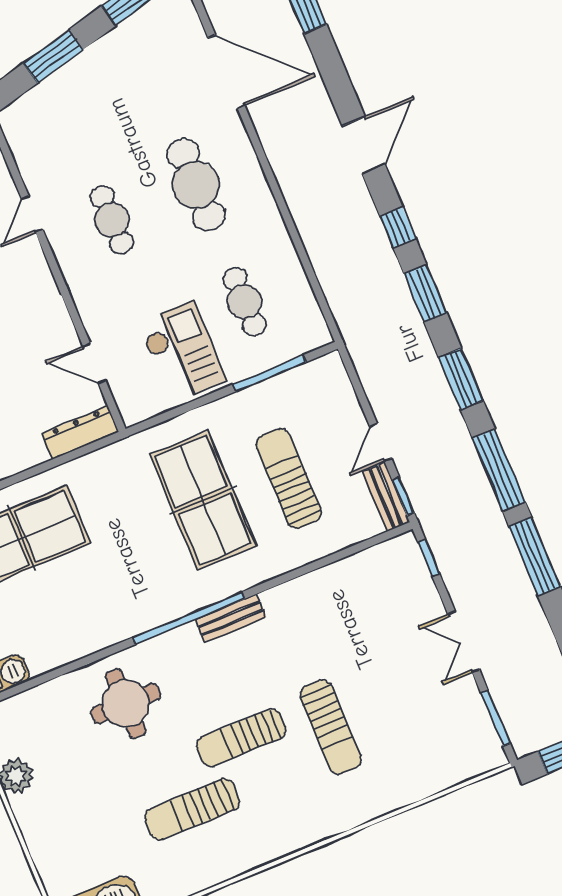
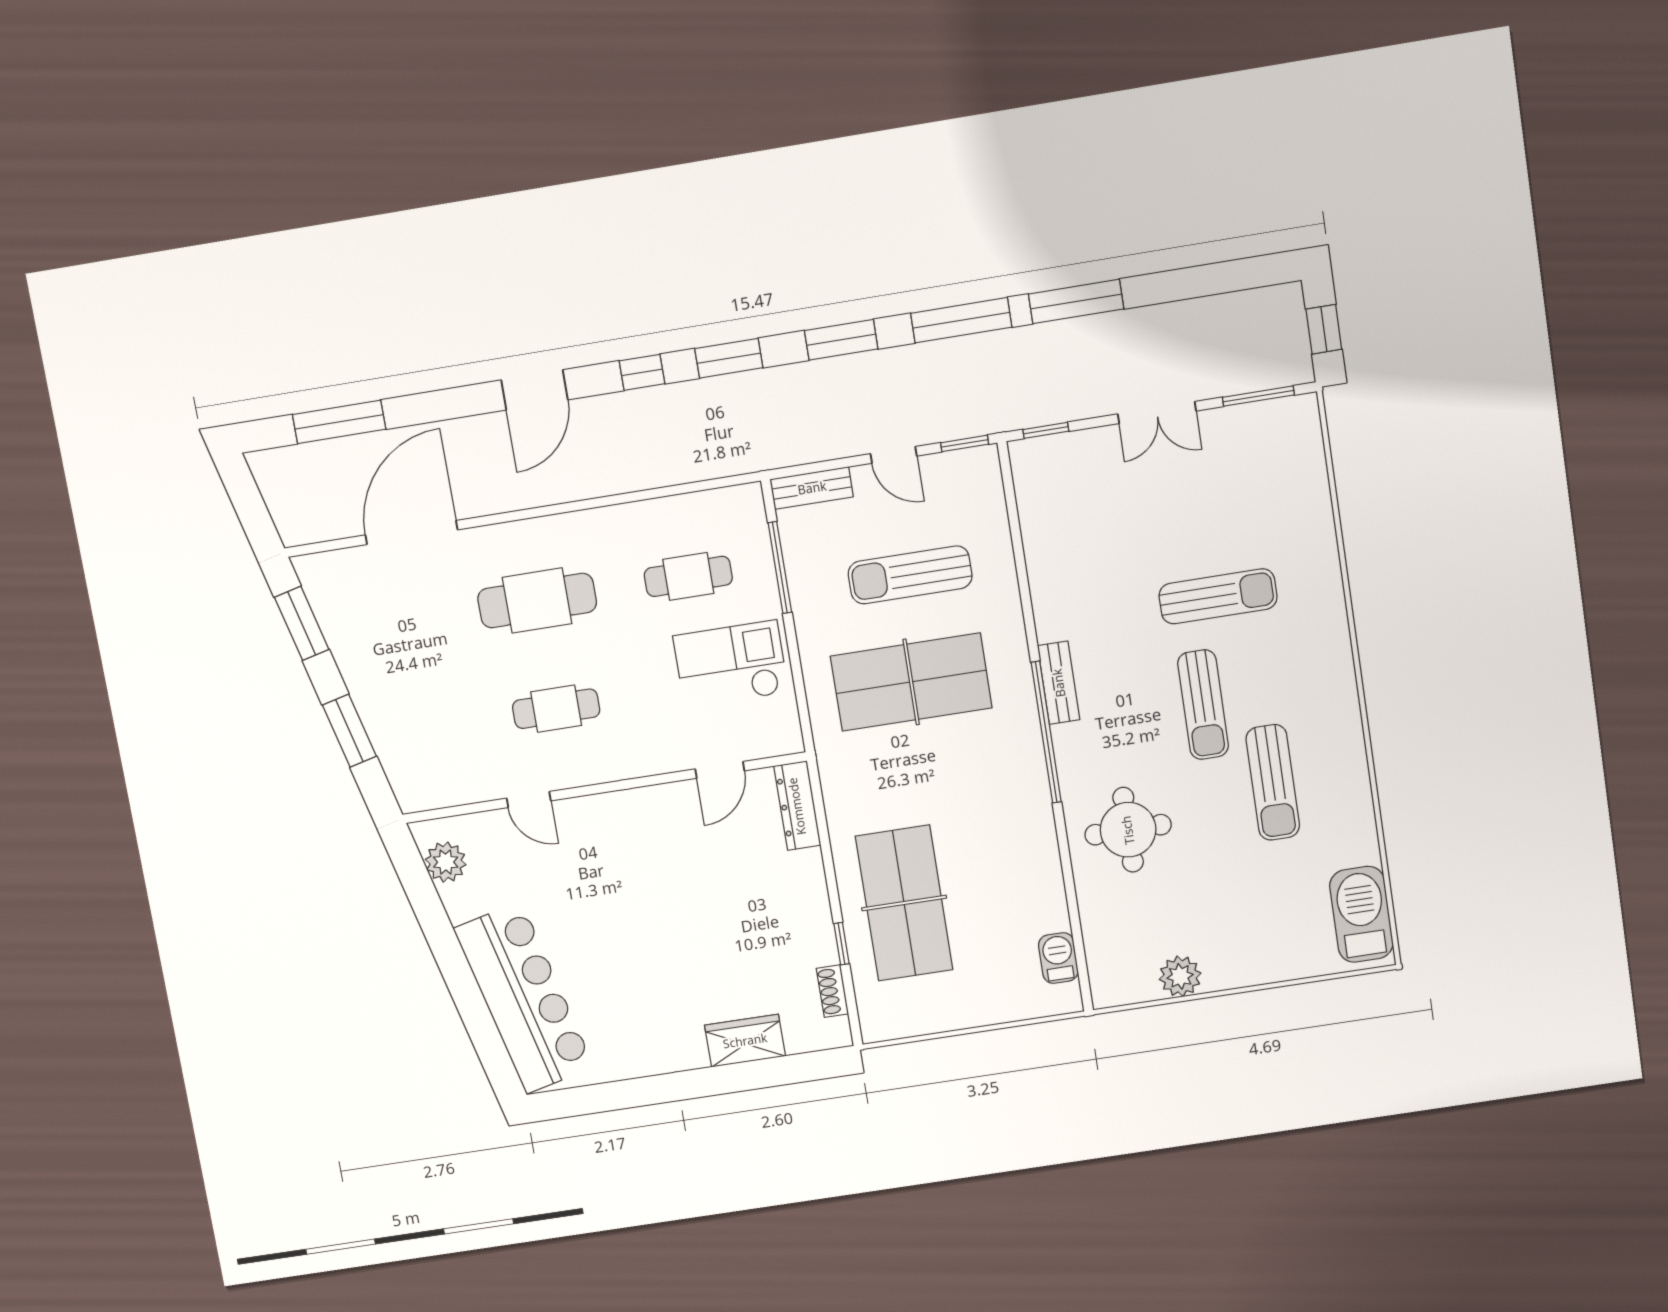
door: (364, 145) -> (534, 390), swing flipped
bench: (386, 497) -> (812, 488), moved

